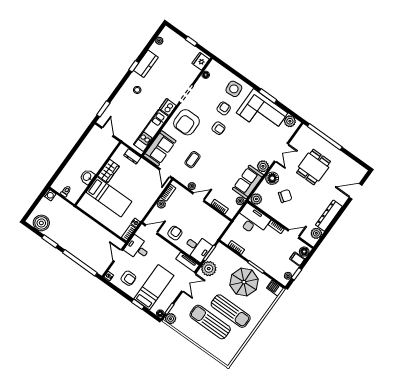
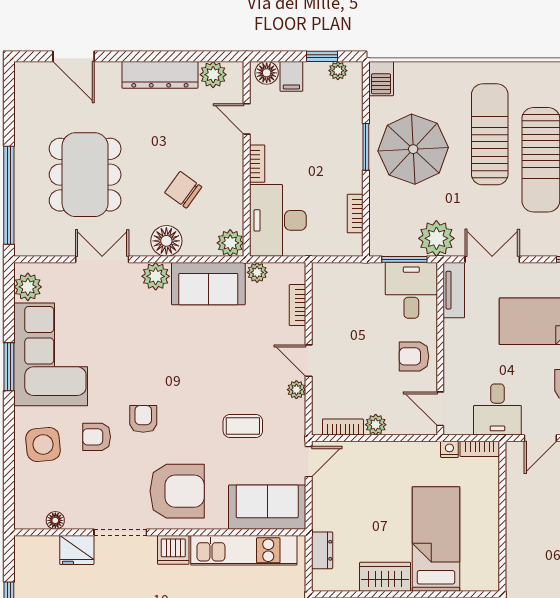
fridge: (201, 61) -> (77, 550), moved
dining table: (314, 167) -> (85, 175), width x1.38

